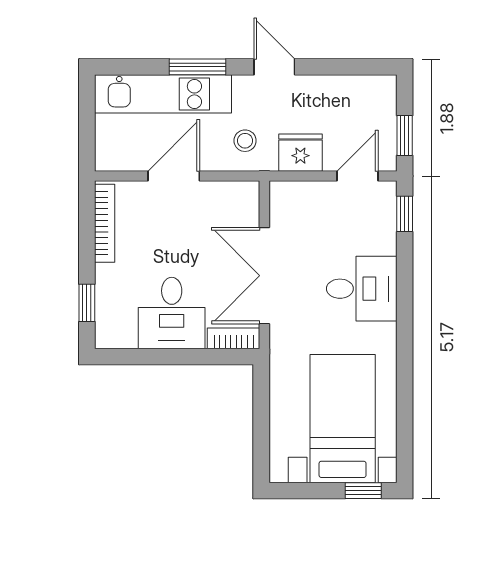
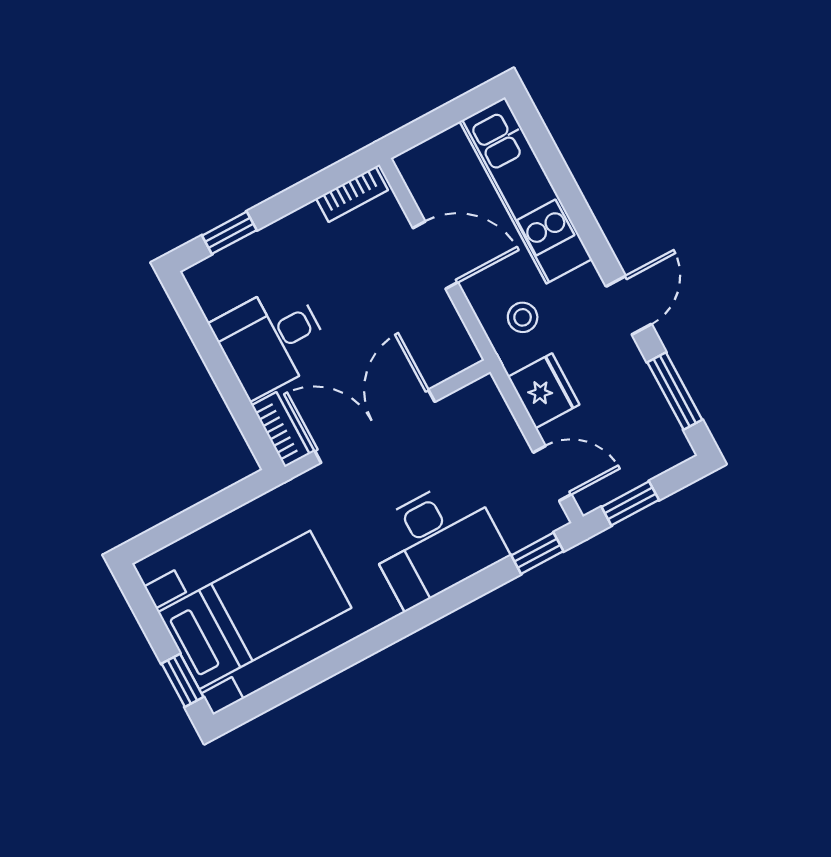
window: (197, 67) -> (675, 391), moved
bookcase: (105, 223) -> (352, 194), width x0.64
desk: (362, 289) -> (436, 542), width x1.37

